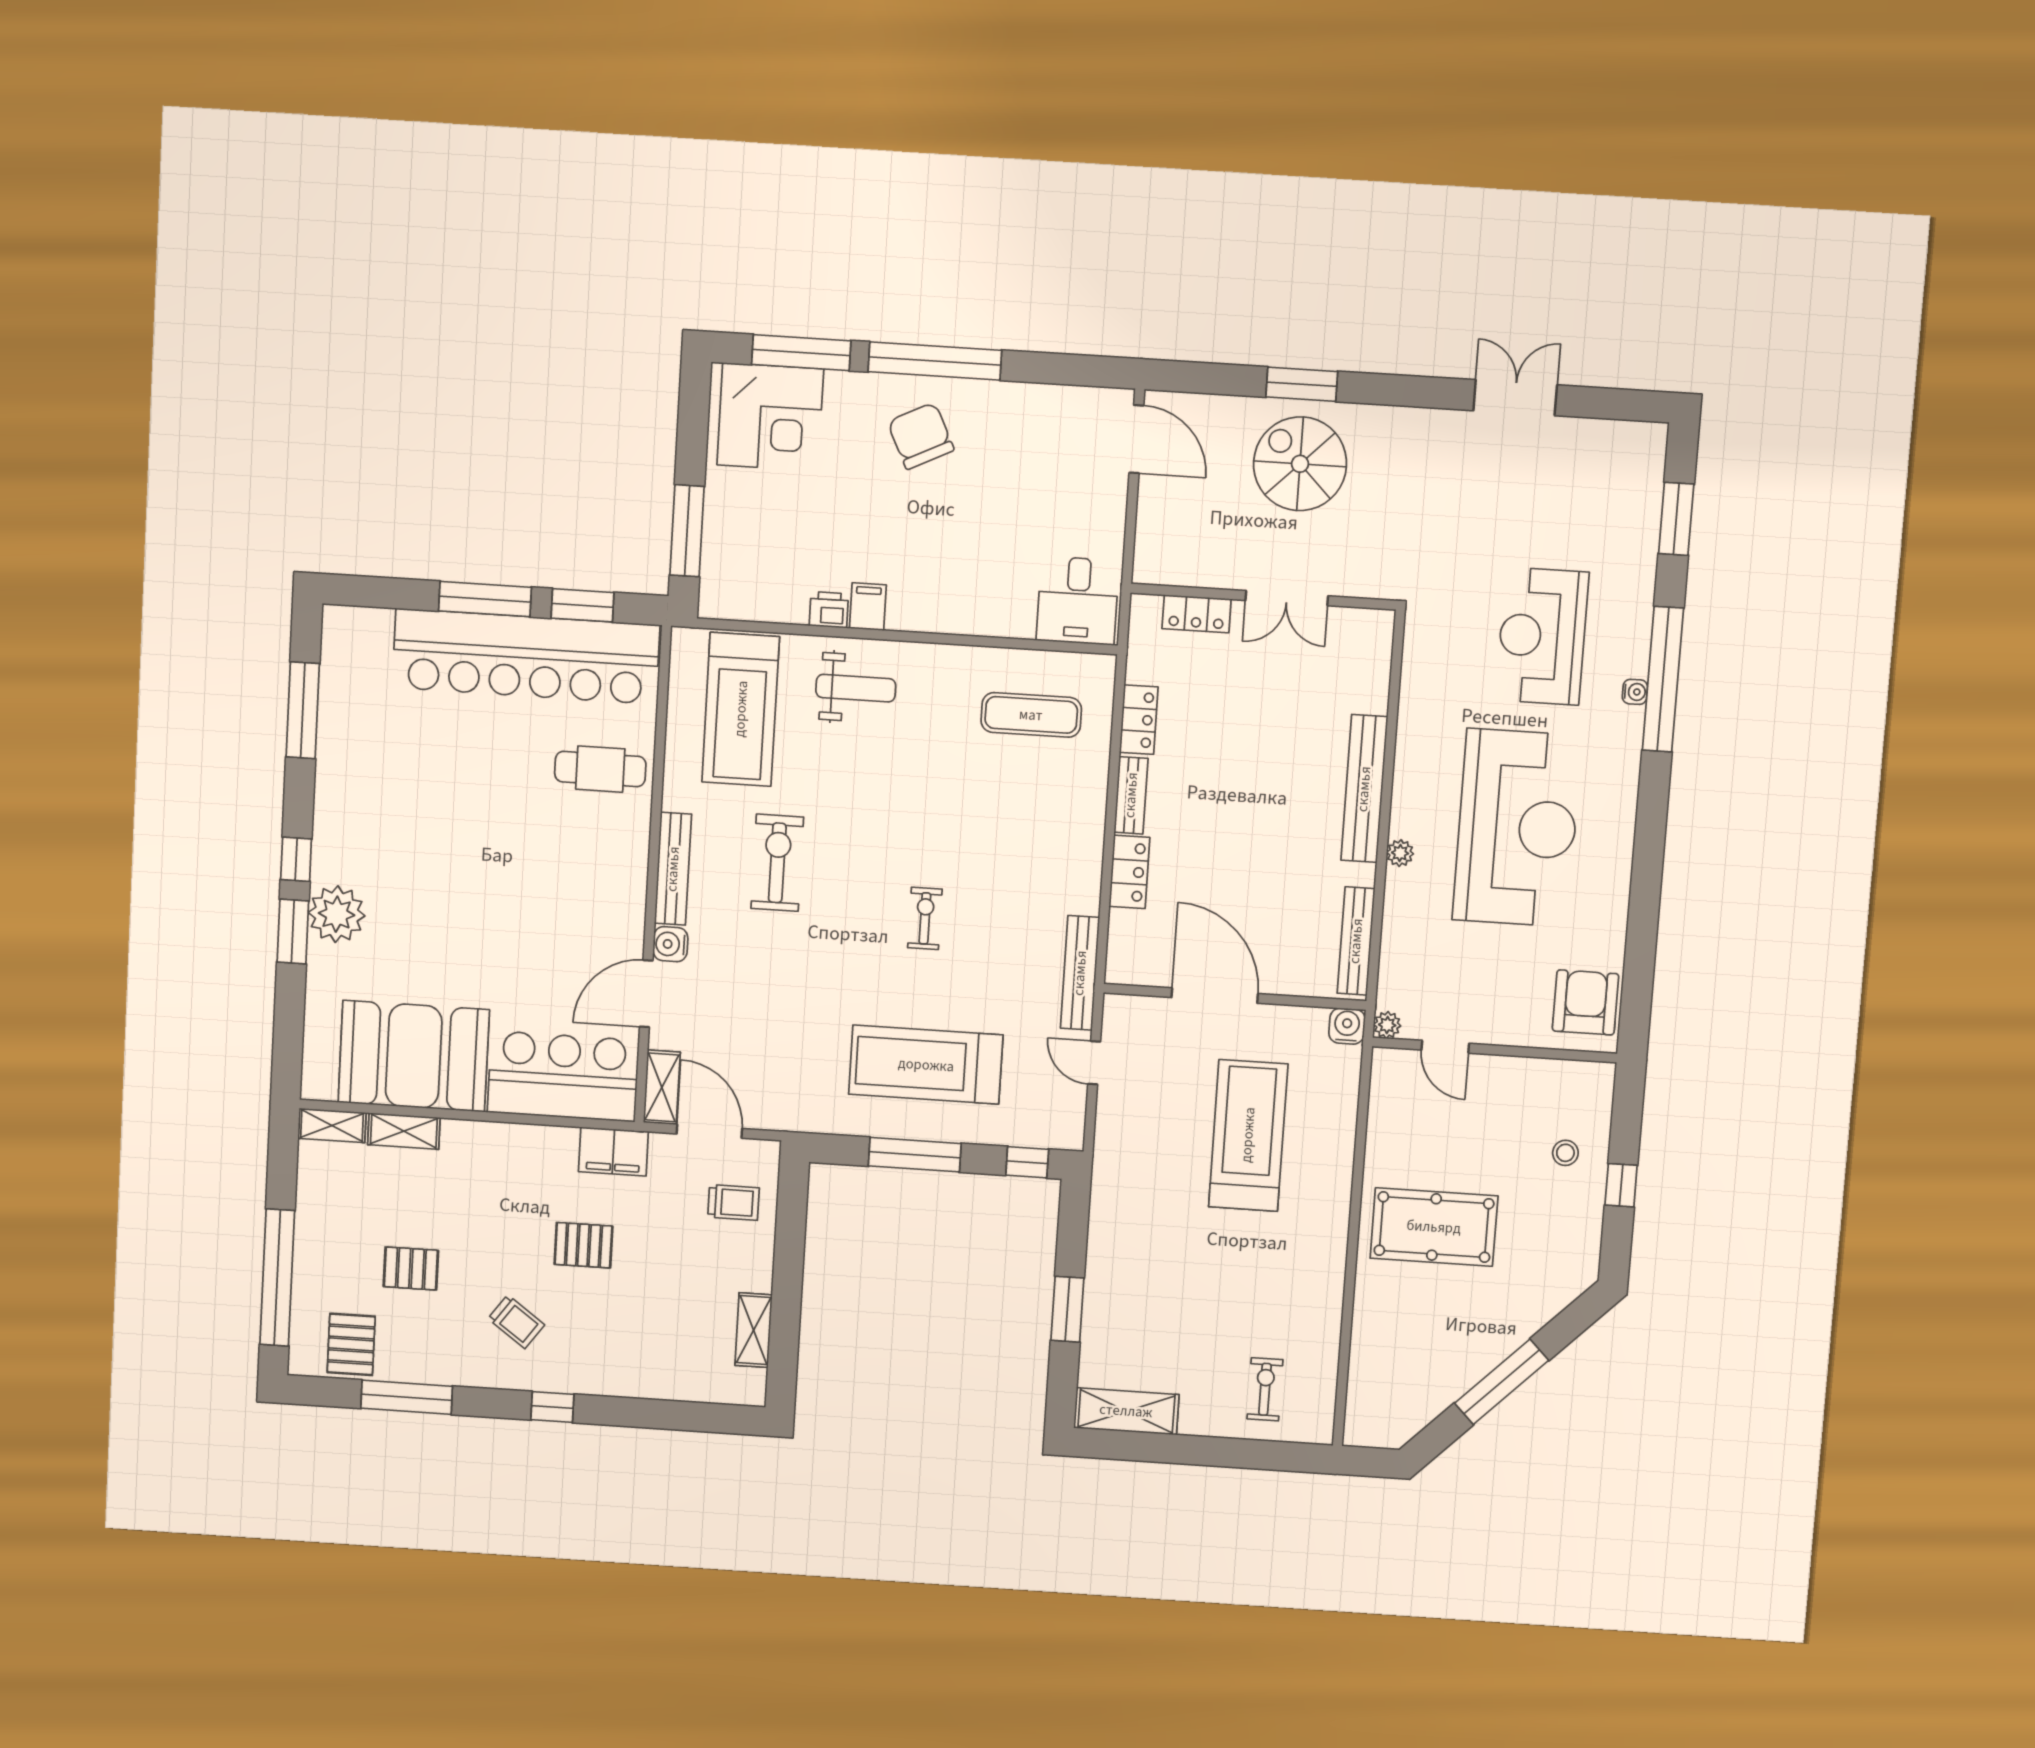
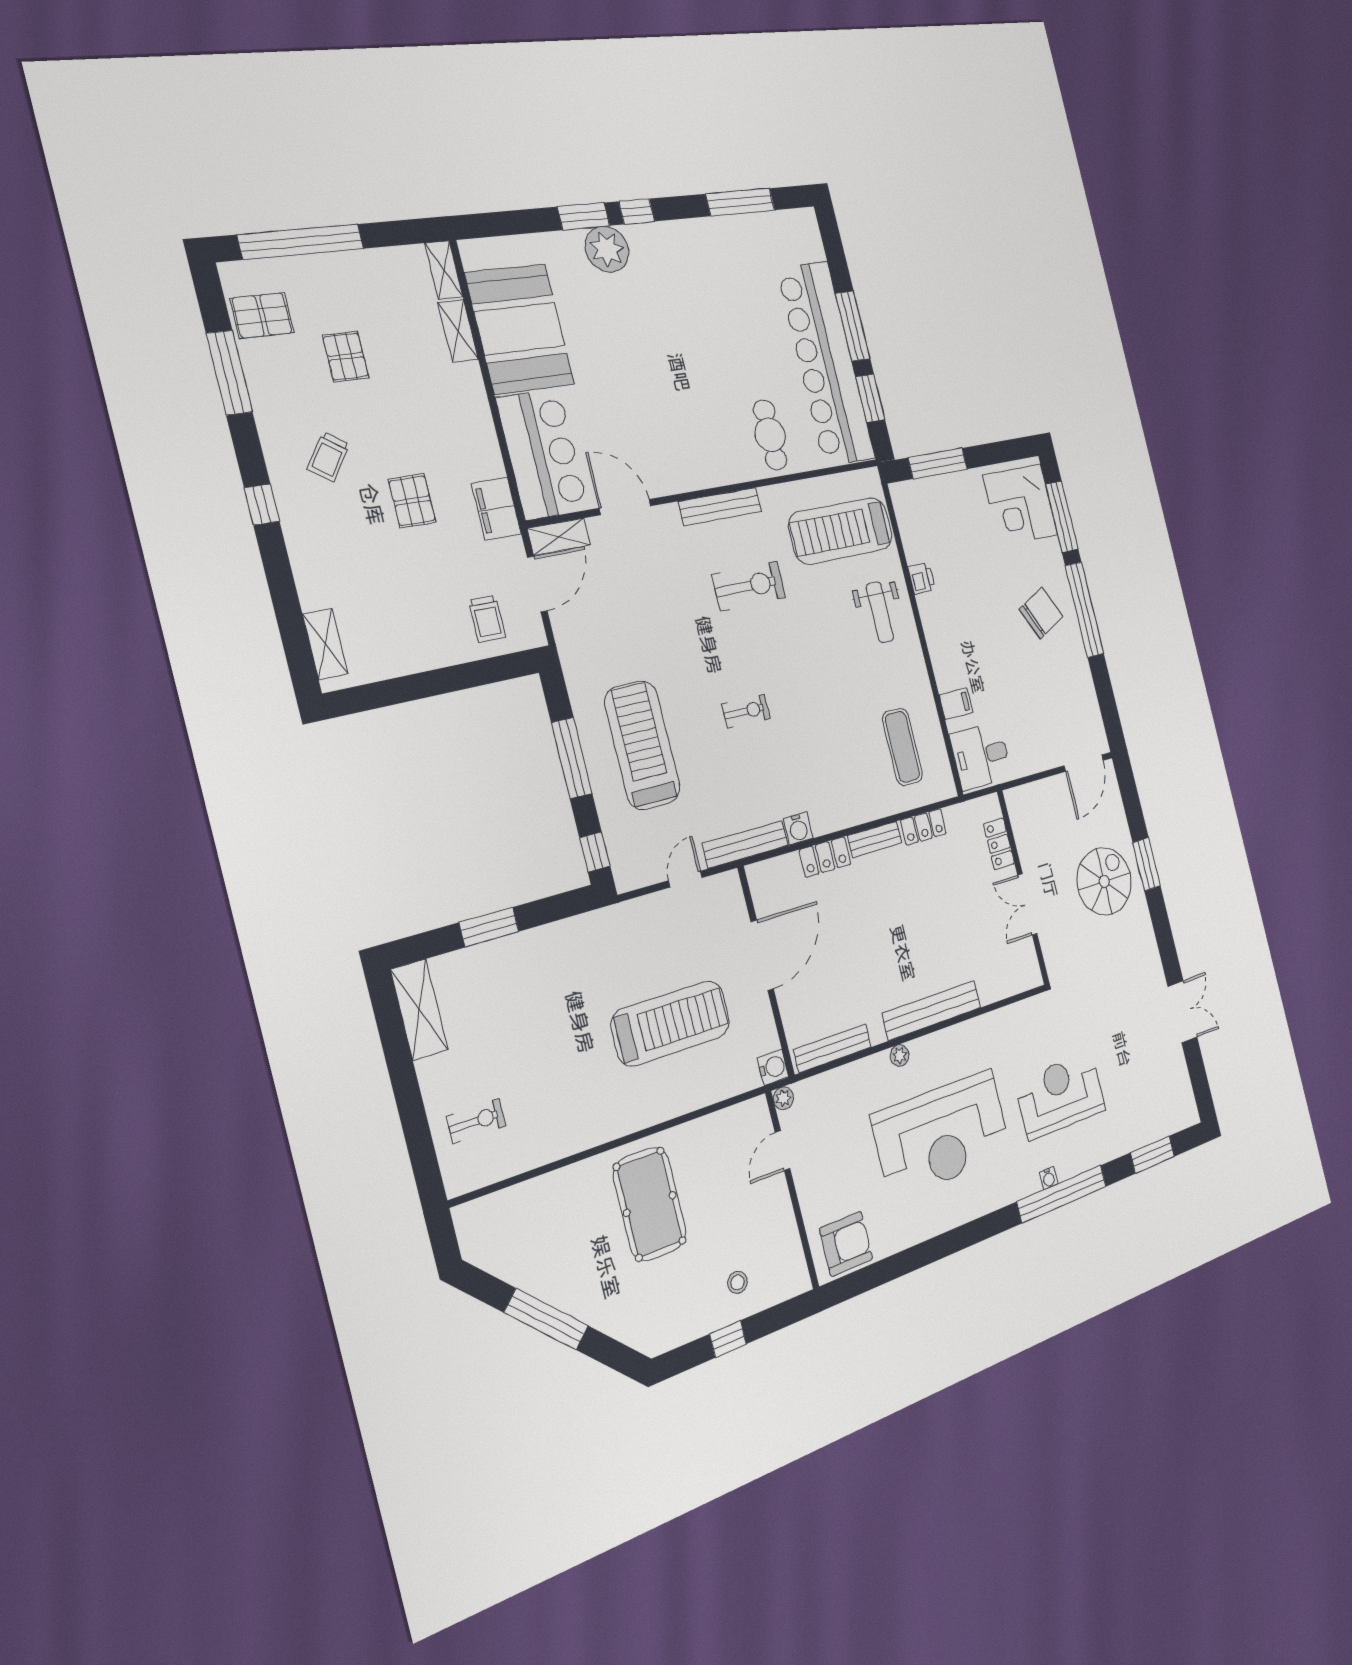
filing cabinet: (868, 607) -> (956, 704), moved
water cooler: (670, 944) -> (798, 828), moved, turned 180
shelving: (754, 1330) -> (325, 644), moved, turned 90

